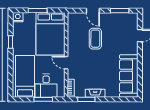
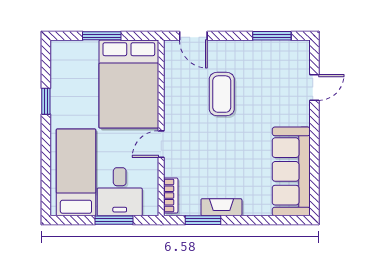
door: (93, 11) -> (193, 36), moved
nightstand: (18, 17) -> (61, 50), removed
door: (66, 63) -> (161, 144), hinge flipped

